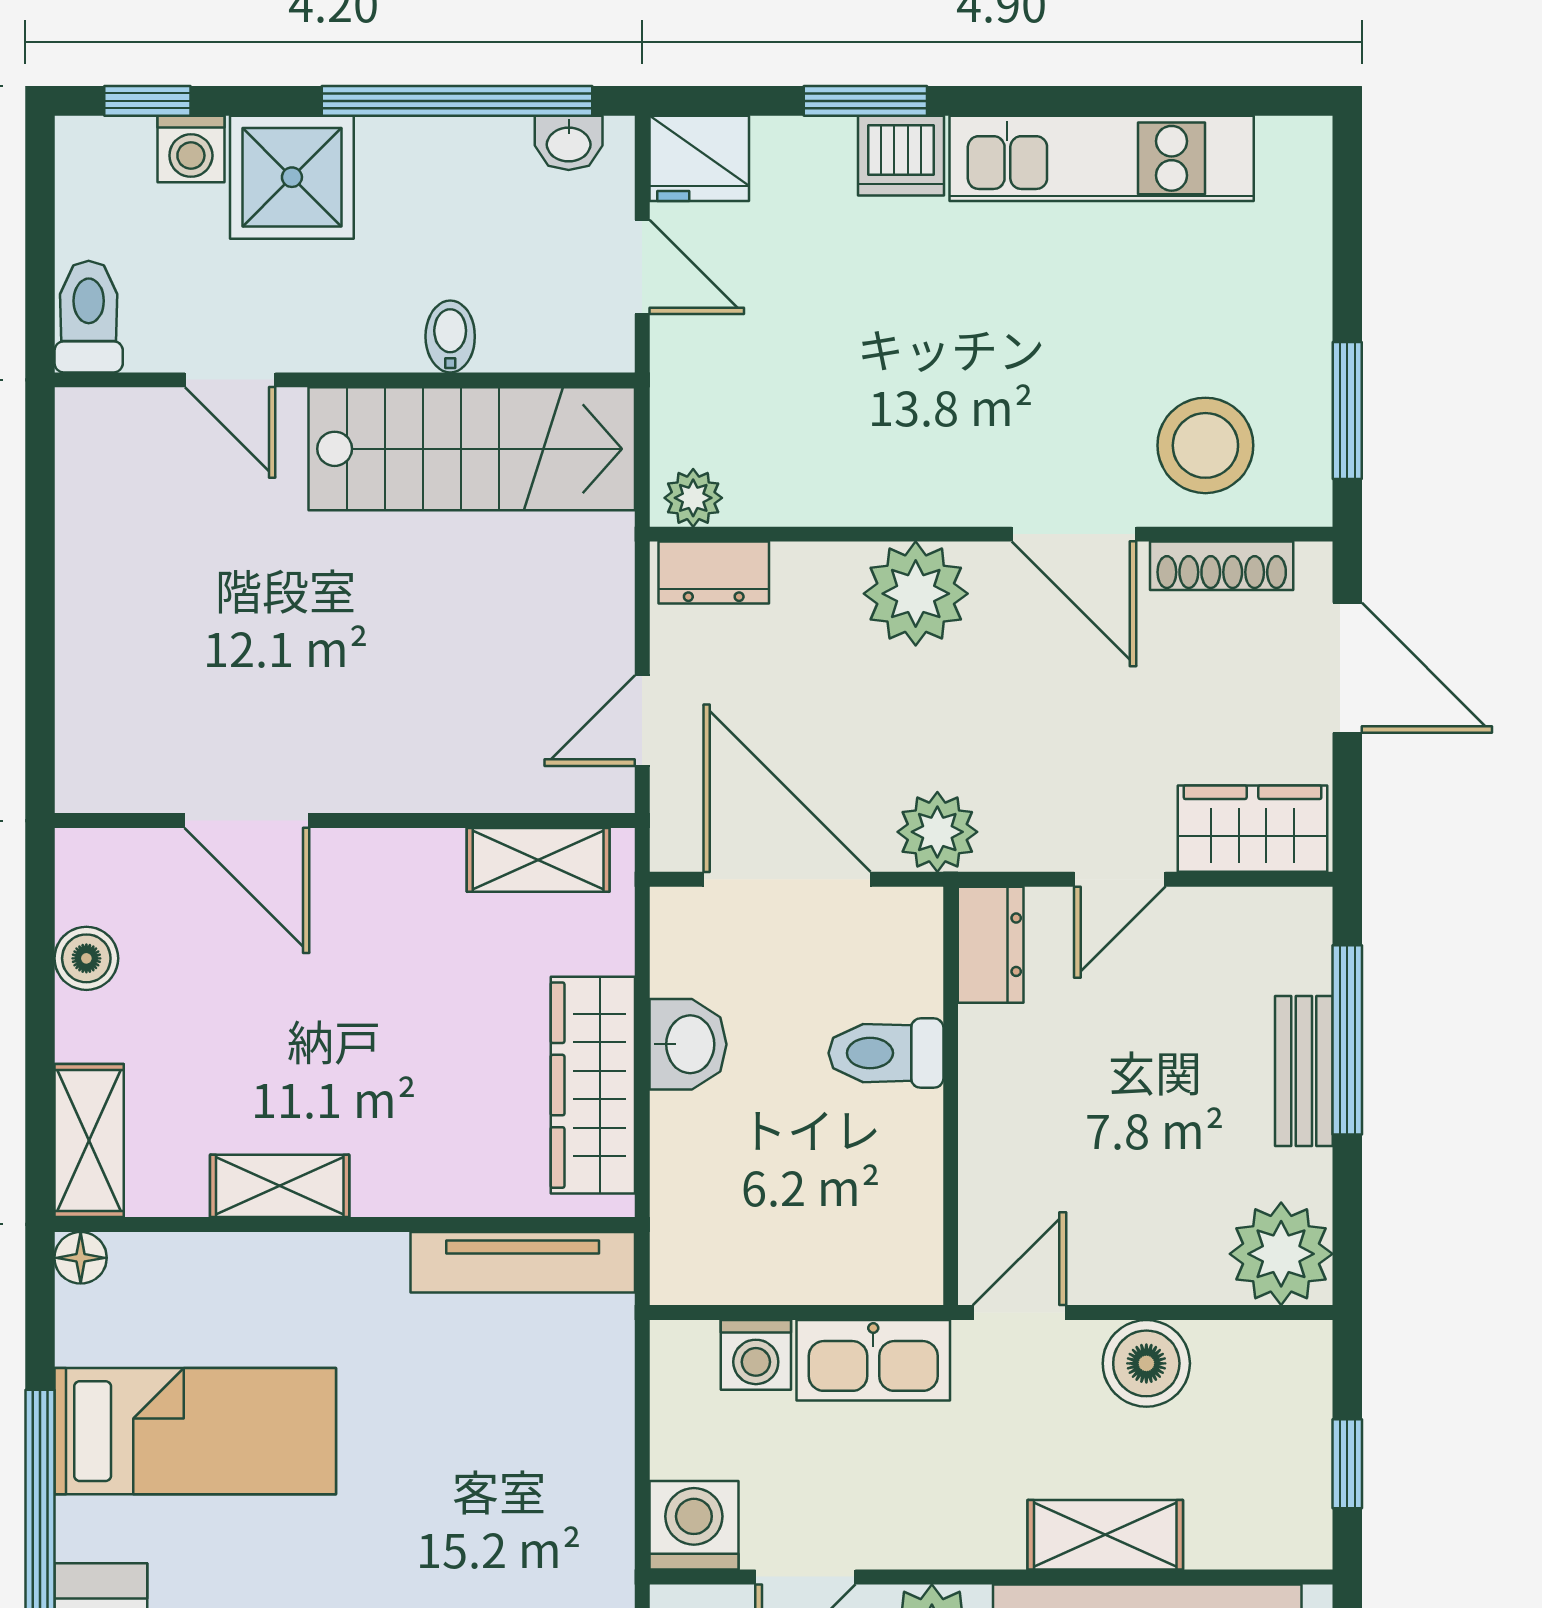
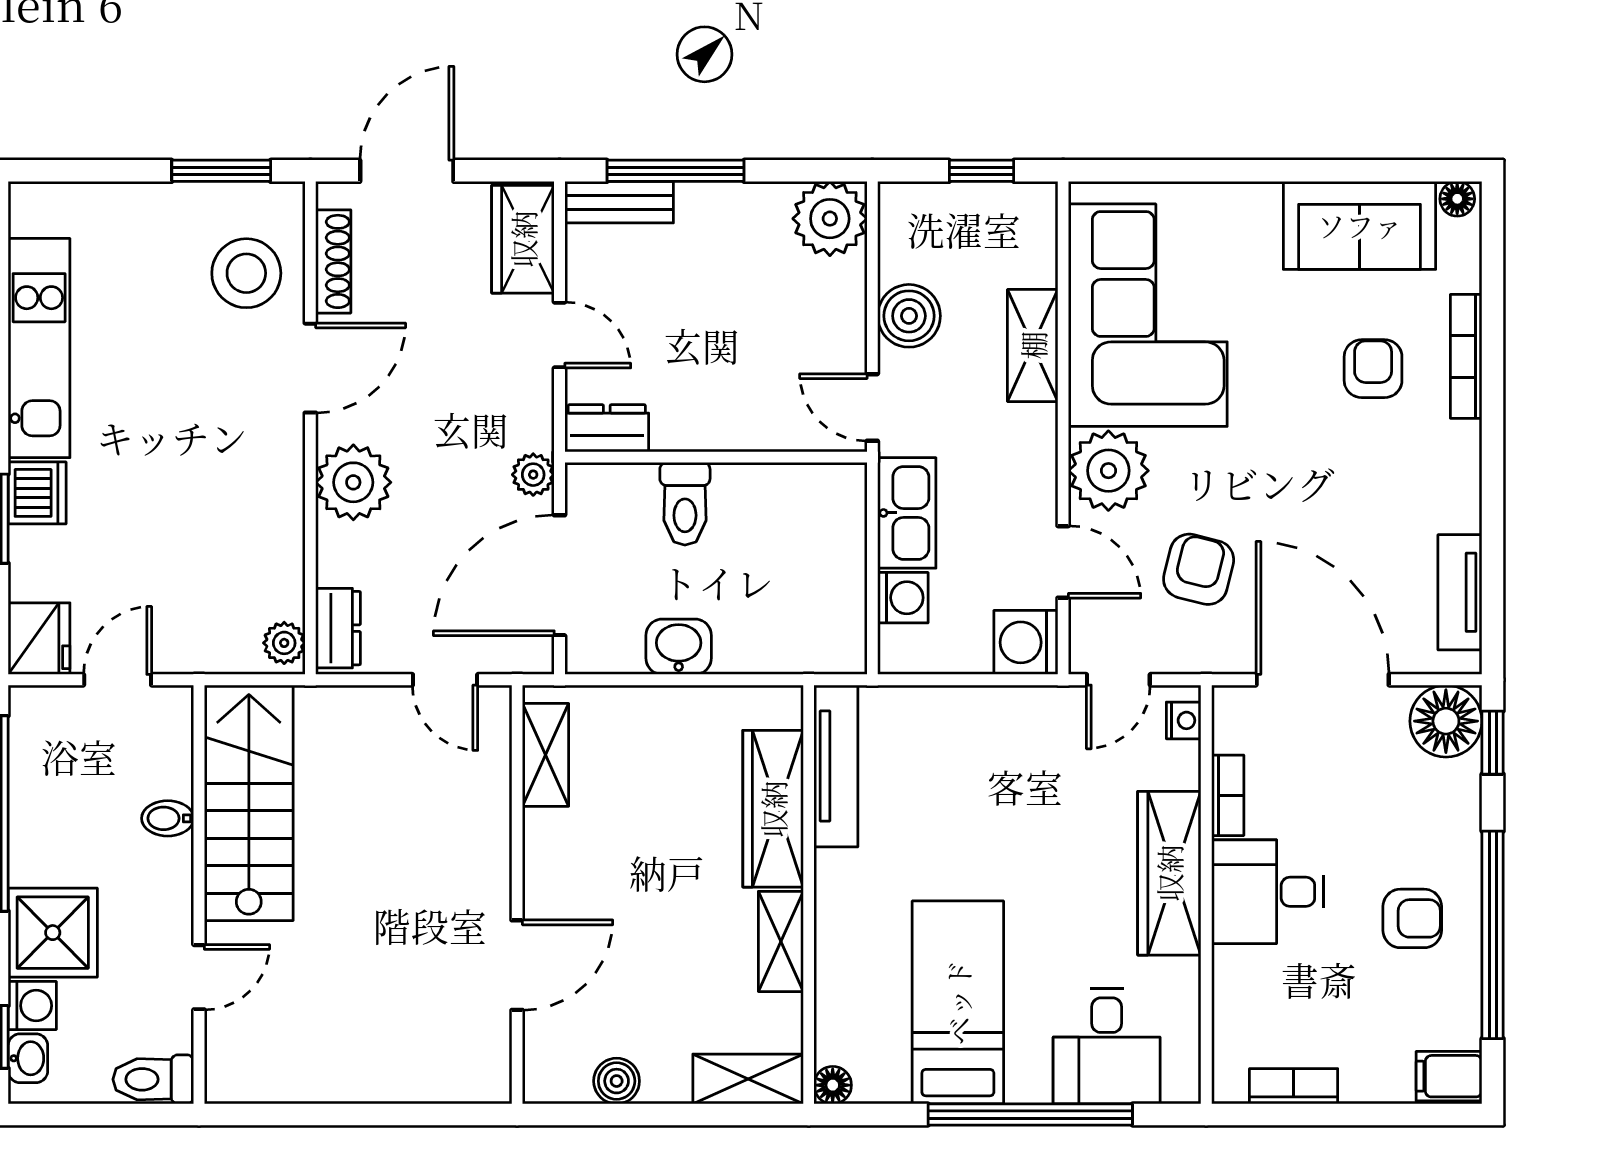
washbasin: (569, 143) -> (28, 1058), moved
plant: (937, 832) -> (533, 475), width x0.73, depth x0.73
bench: (1304, 1071) -> (619, 202), moved
wardrobe: (593, 1085) -> (773, 809), moved, turned 90

